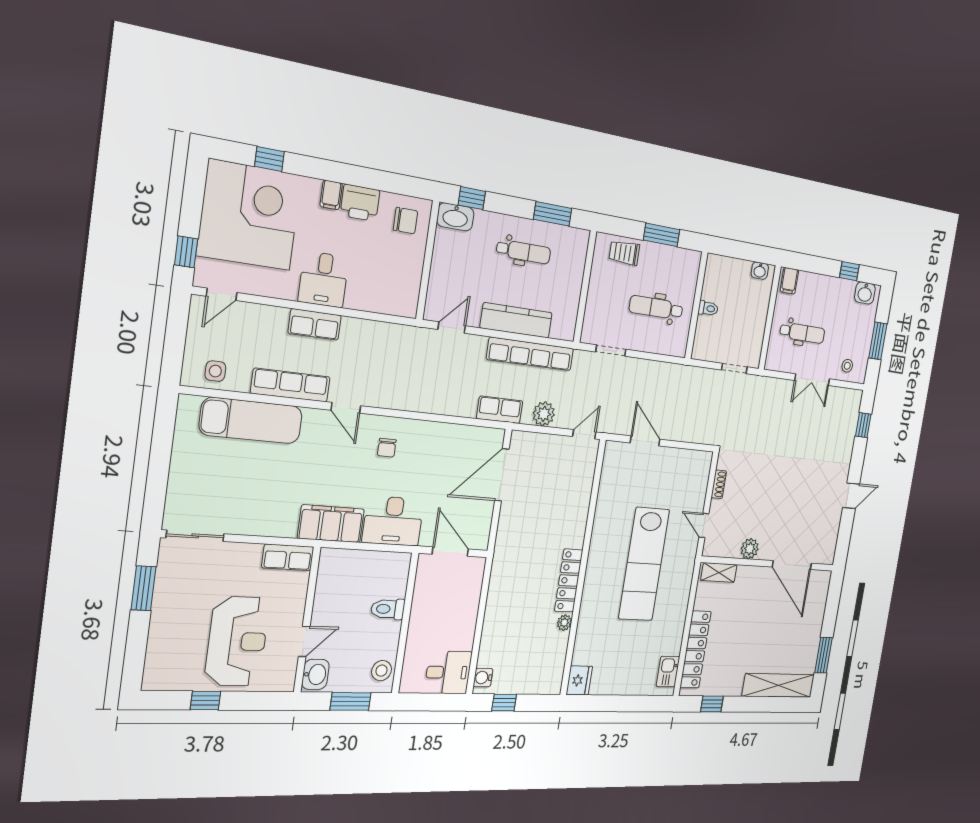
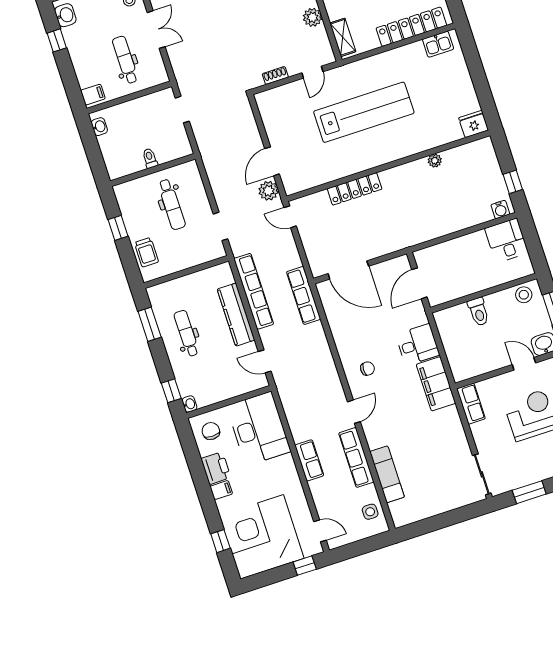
washbasin: (455, 217) -> (189, 404), width x0.52, depth x0.69
window: (662, 235) -> (118, 228), width x0.67
desk: (324, 279) -> (259, 429), moved, width x1.87, depth x1.30
row of seats: (500, 410) -> (304, 295), width x1.48
plant: (544, 414) -> (268, 191), moved
exam couch: (251, 421) -> (387, 474), width x0.73, depth x0.69
desk: (393, 521) -> (418, 345), width x0.73
locker: (569, 581) -> (355, 189), moved

